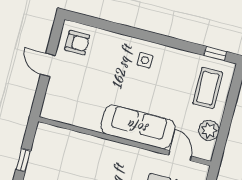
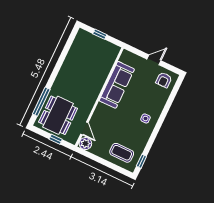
sofa: (138, 127) -> (117, 85), moved
plant: (209, 130) -> (85, 144), moved
door: (180, 156) -> (84, 128), hinge flipped

